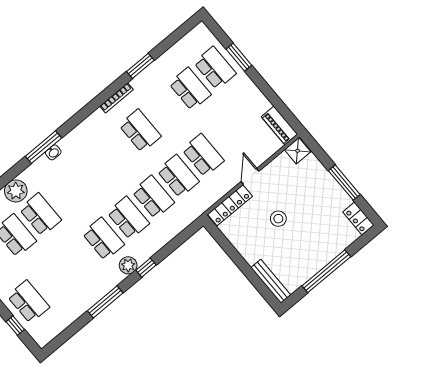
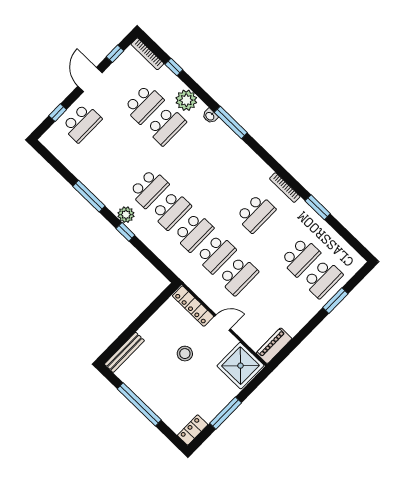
shower: (298, 151) -> (240, 366), width x1.86, depth x1.86
washbasin: (53, 152) -> (210, 116), moved

